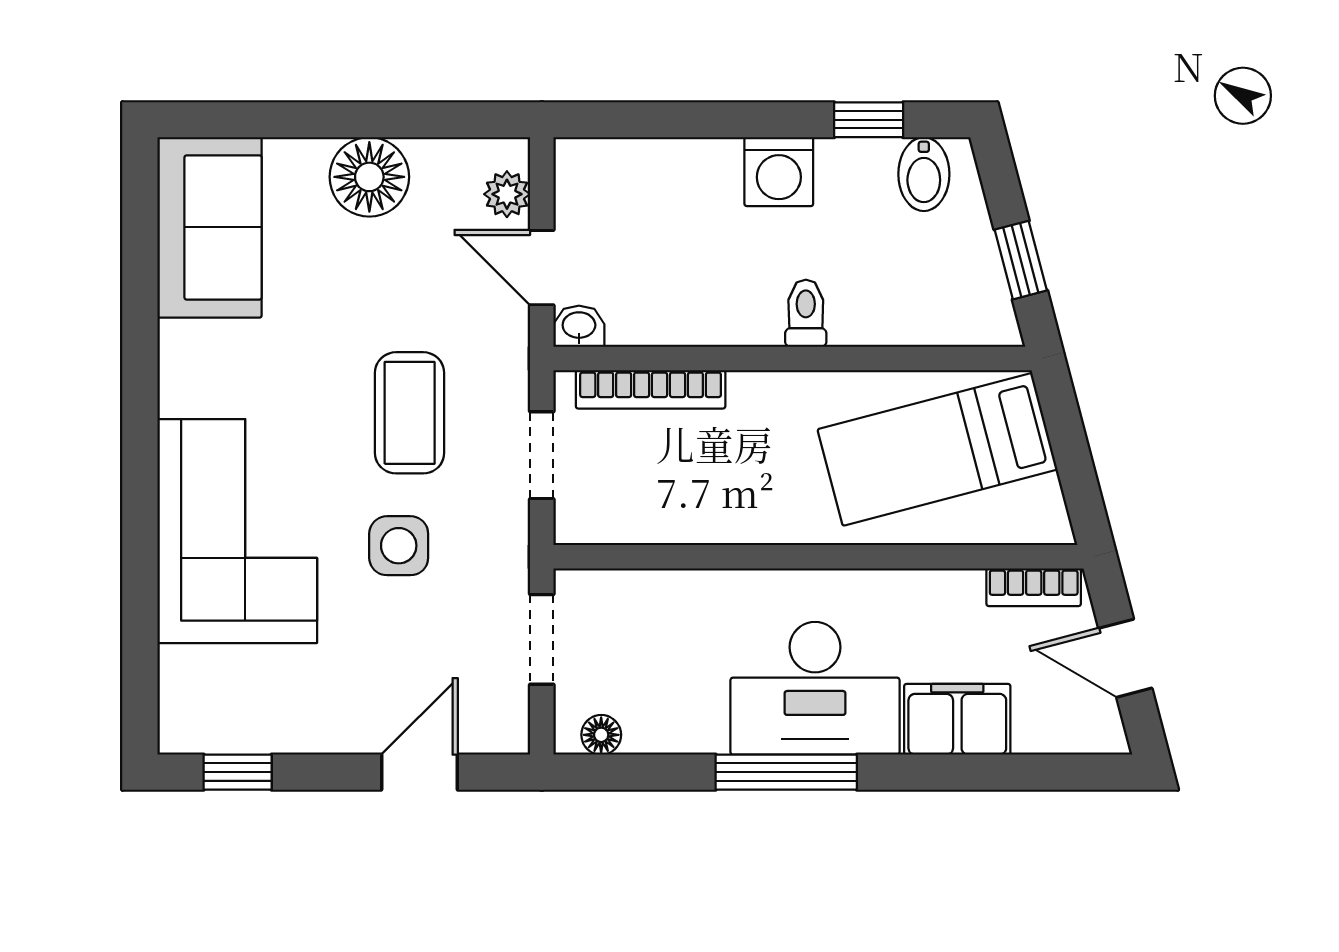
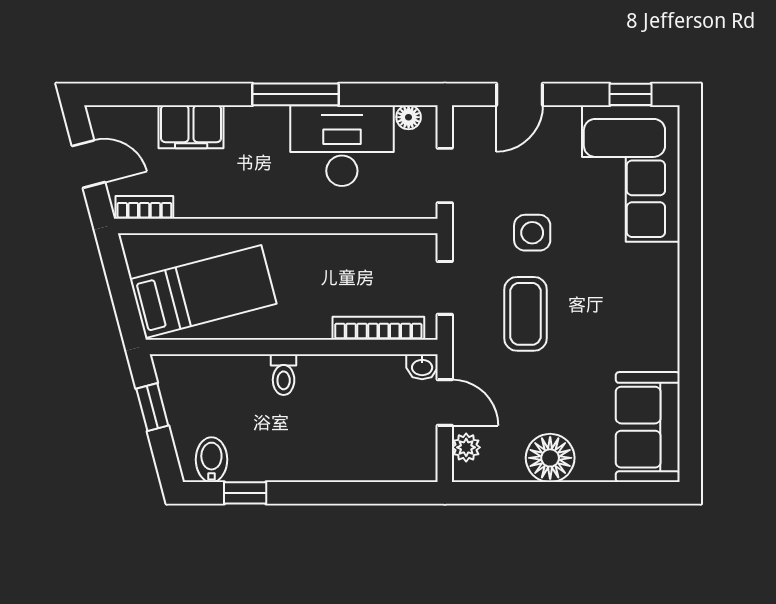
washing machine: (779, 172) -> (300, 461), removed
corner sofa: (237, 531) -> (631, 173), moved
desk: (815, 688) -> (342, 146), moved

